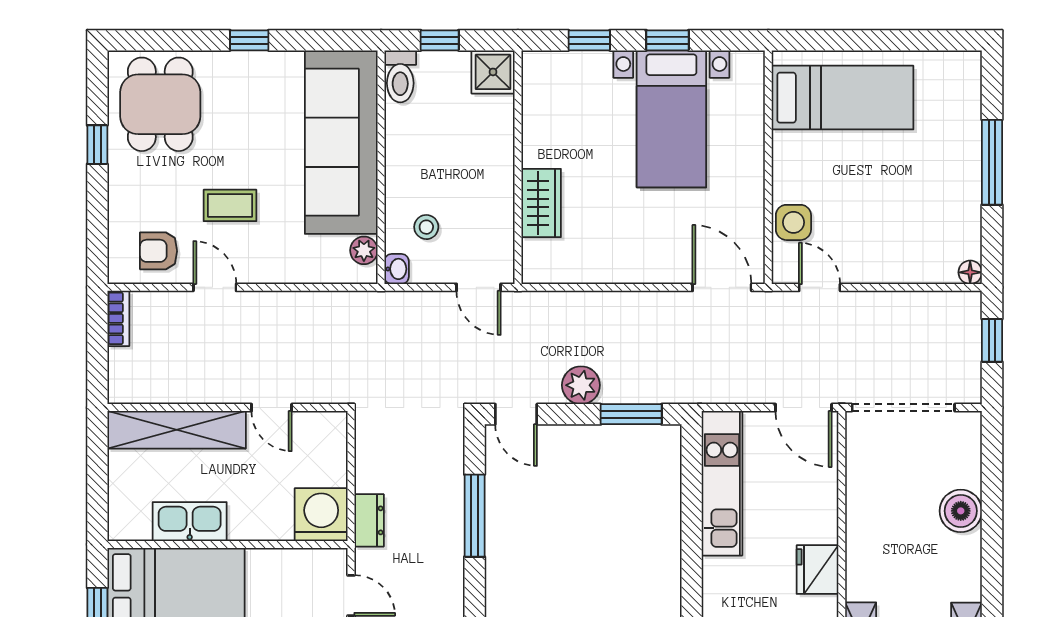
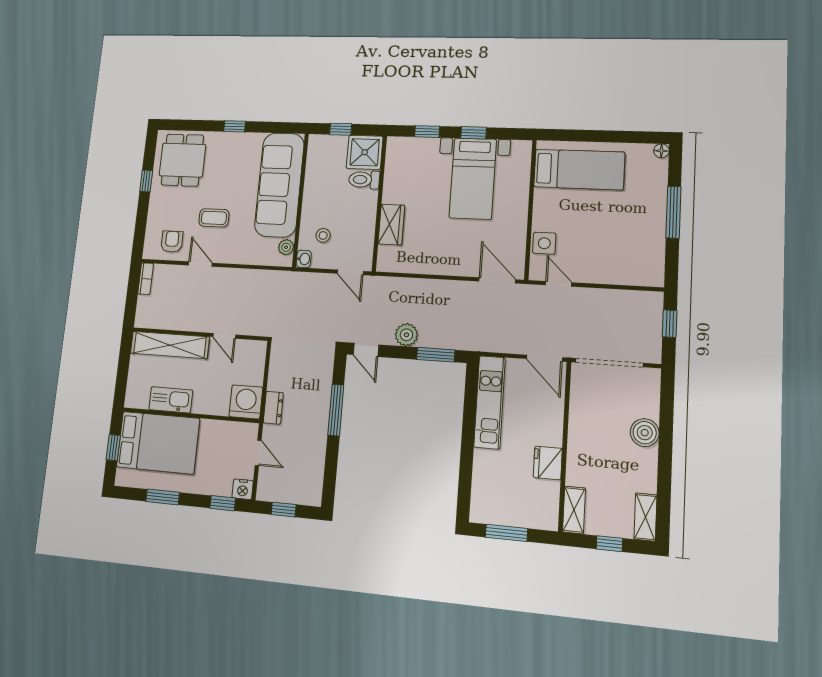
shower: (493, 72) -> (365, 152), width x1.36, depth x1.36
toilet: (400, 76) -> (364, 180), moved, turned 90
armchair: (158, 251) -> (172, 242), turned 90
floor lamp: (970, 272) -> (661, 151), moved

